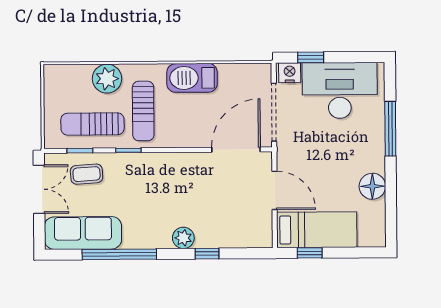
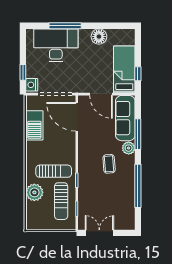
barbecue: (192, 78) -> (34, 125), moved
desk: (340, 90) -> (56, 45), moved, turned 90
coffee table: (87, 174) -> (109, 164), moved
door: (275, 190) -> (101, 94), swing flipped
sofa: (83, 233) -> (125, 118), moved
window: (207, 254) -> (138, 134), width x2.17

